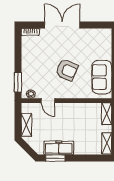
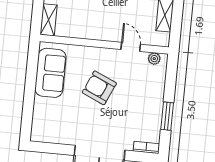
window: (18, 82) -> (167, 116), moved

